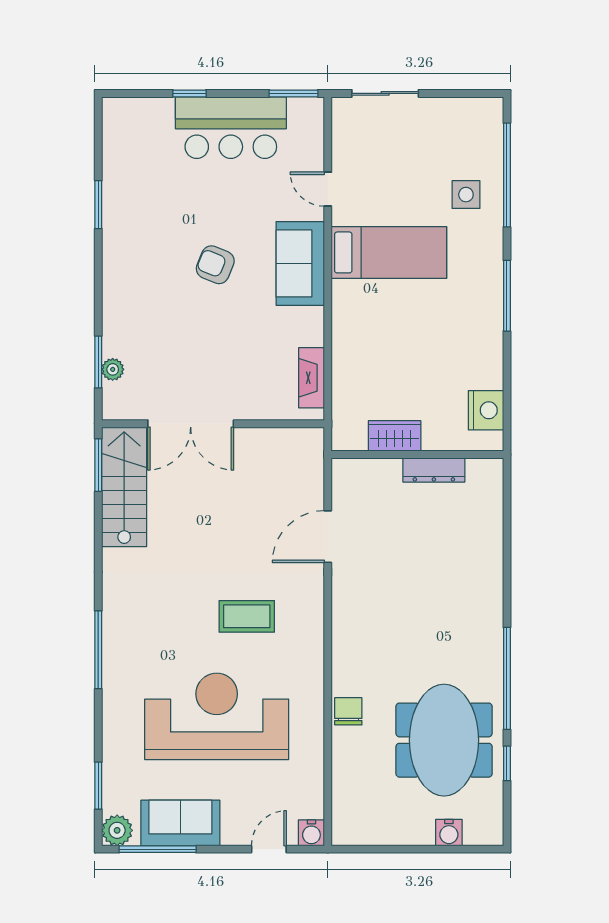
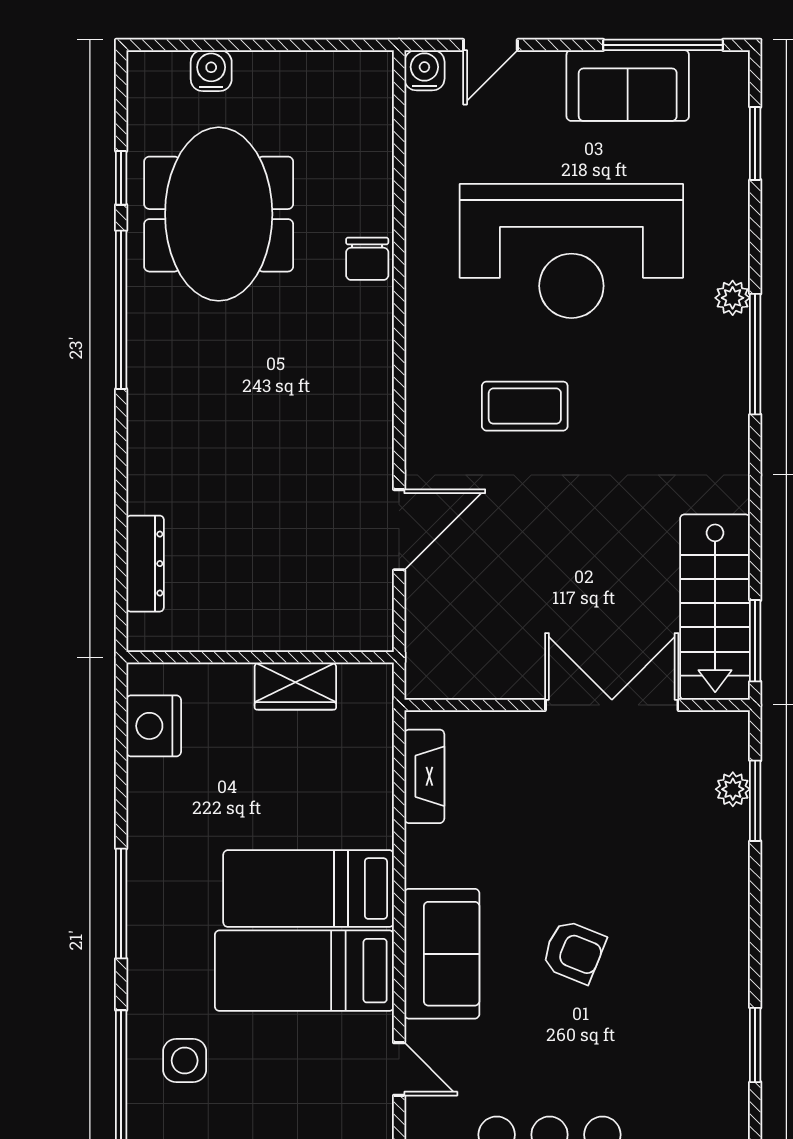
bed: (386, 305) -> (309, 889), added
dresser: (434, 470) -> (145, 564), moved, turned 90
plant: (117, 830) -> (733, 298), moved, width x0.73, depth x0.73

